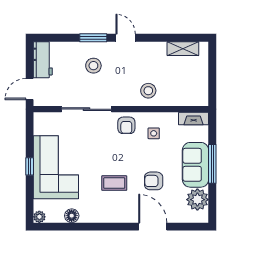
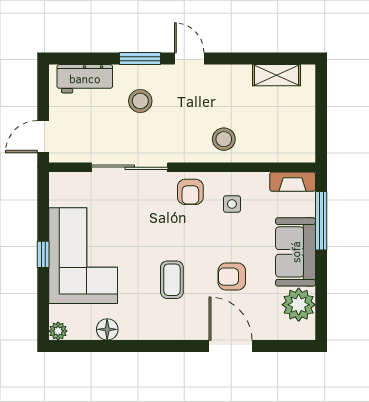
workbench: (43, 60) -> (85, 79), moved, turned 90
window: (212, 164) -> (321, 221), moved
coffee table: (114, 183) -> (172, 280), turned 90

